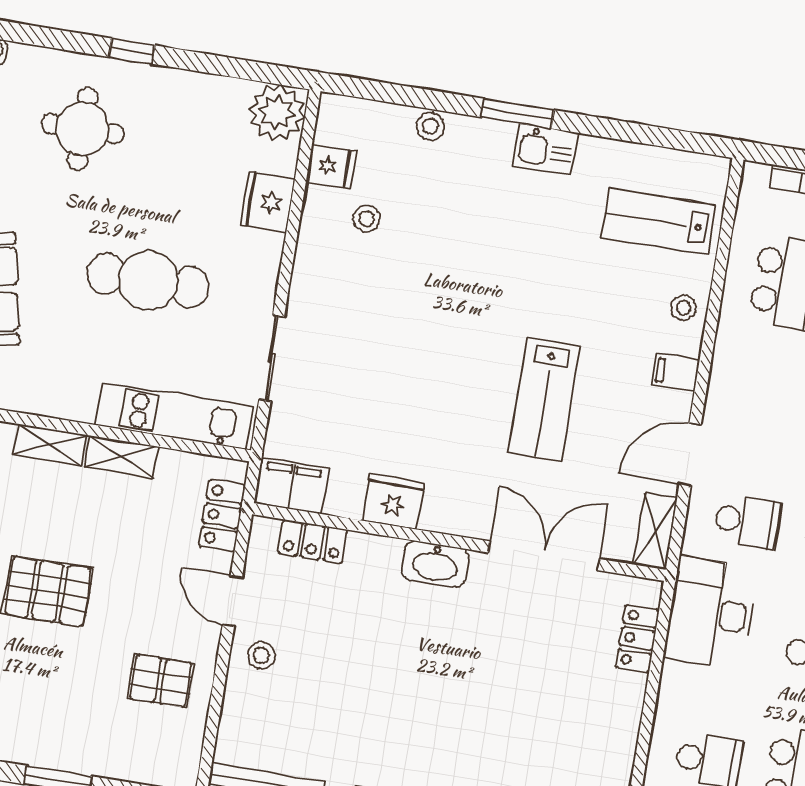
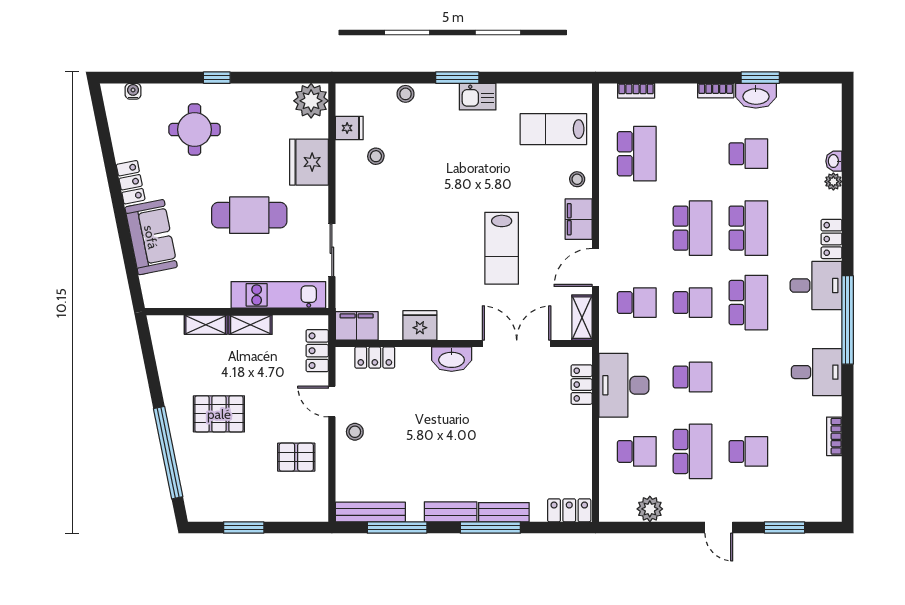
fridge: (267, 202) -> (309, 162), width x1.36, depth x1.34
filing cabinet: (676, 372) -> (579, 219), width x2.00
desk: (711, 613) -> (624, 385), moved

